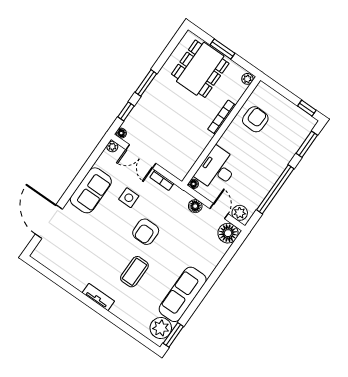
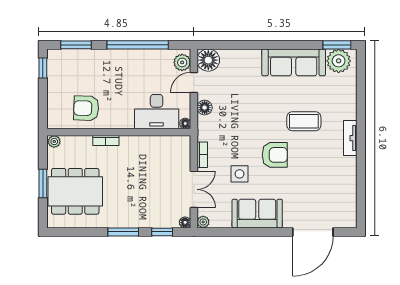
bookcase: (222, 117) -> (106, 140), width x0.64
armchair: (146, 232) -> (275, 155), moved

